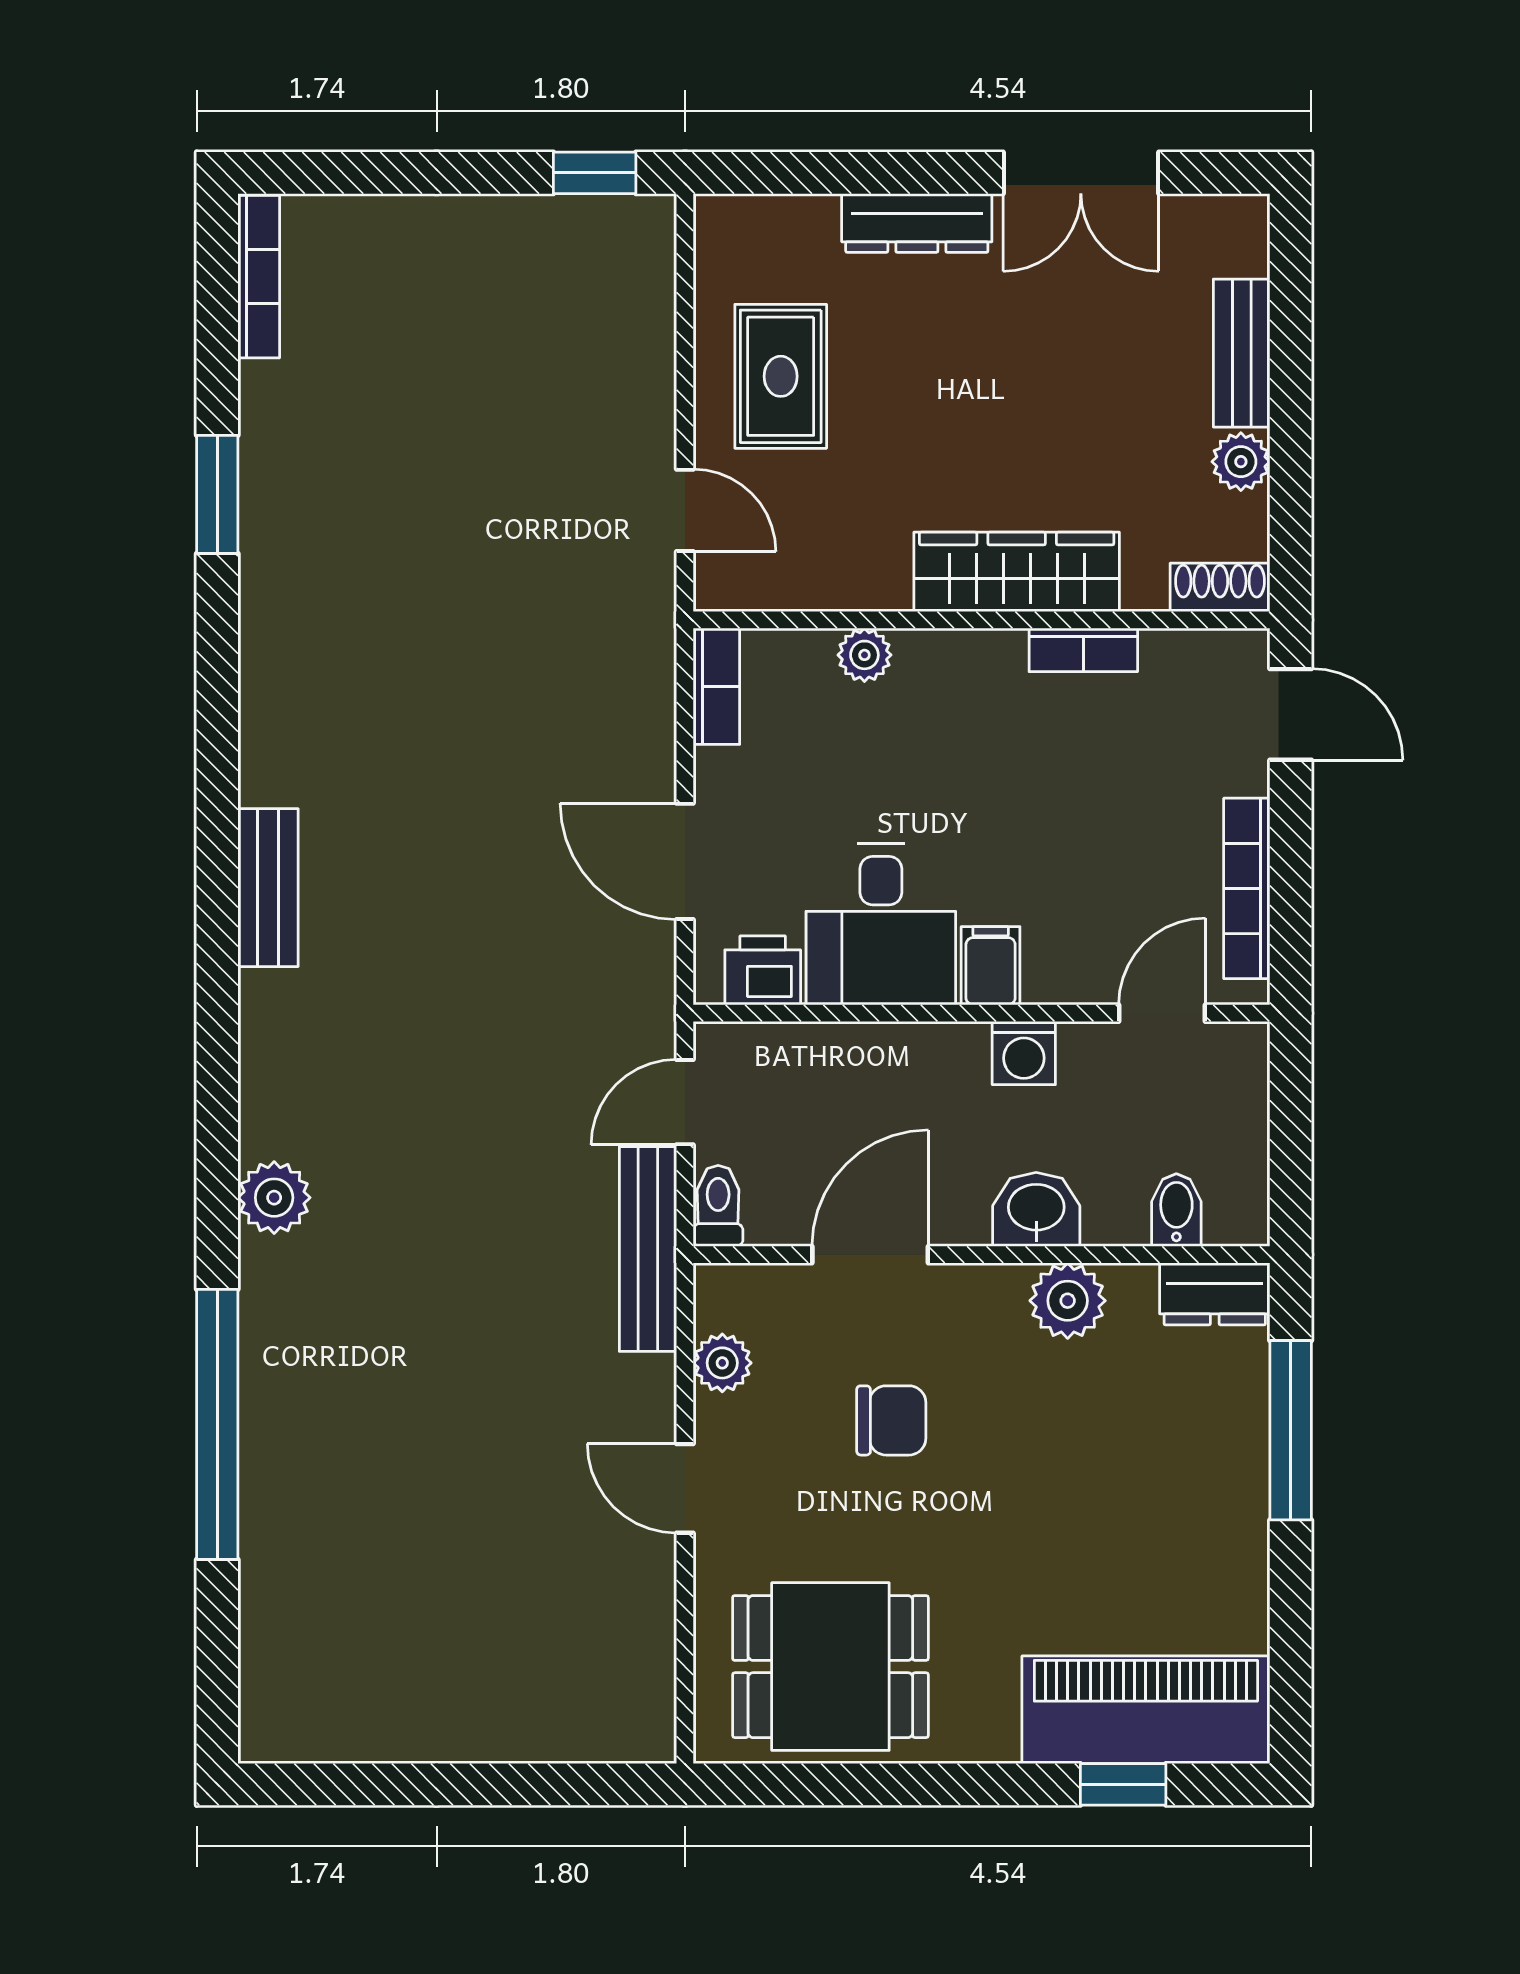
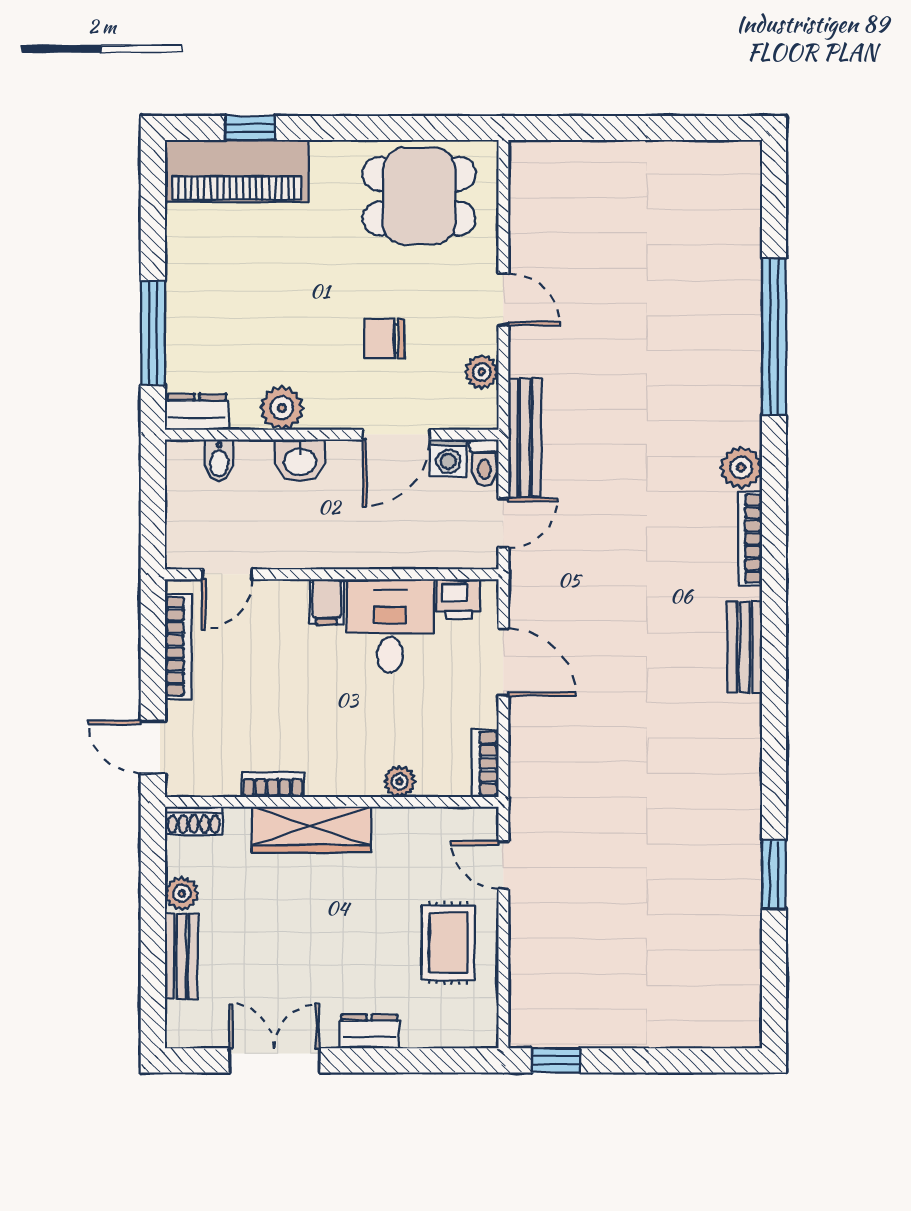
dresser: (917, 223) -> (369, 1031), width x0.70
bookcase: (259, 277) -> (750, 539), moved
washing machine: (1024, 1053) -> (448, 458), moved, turned 180

